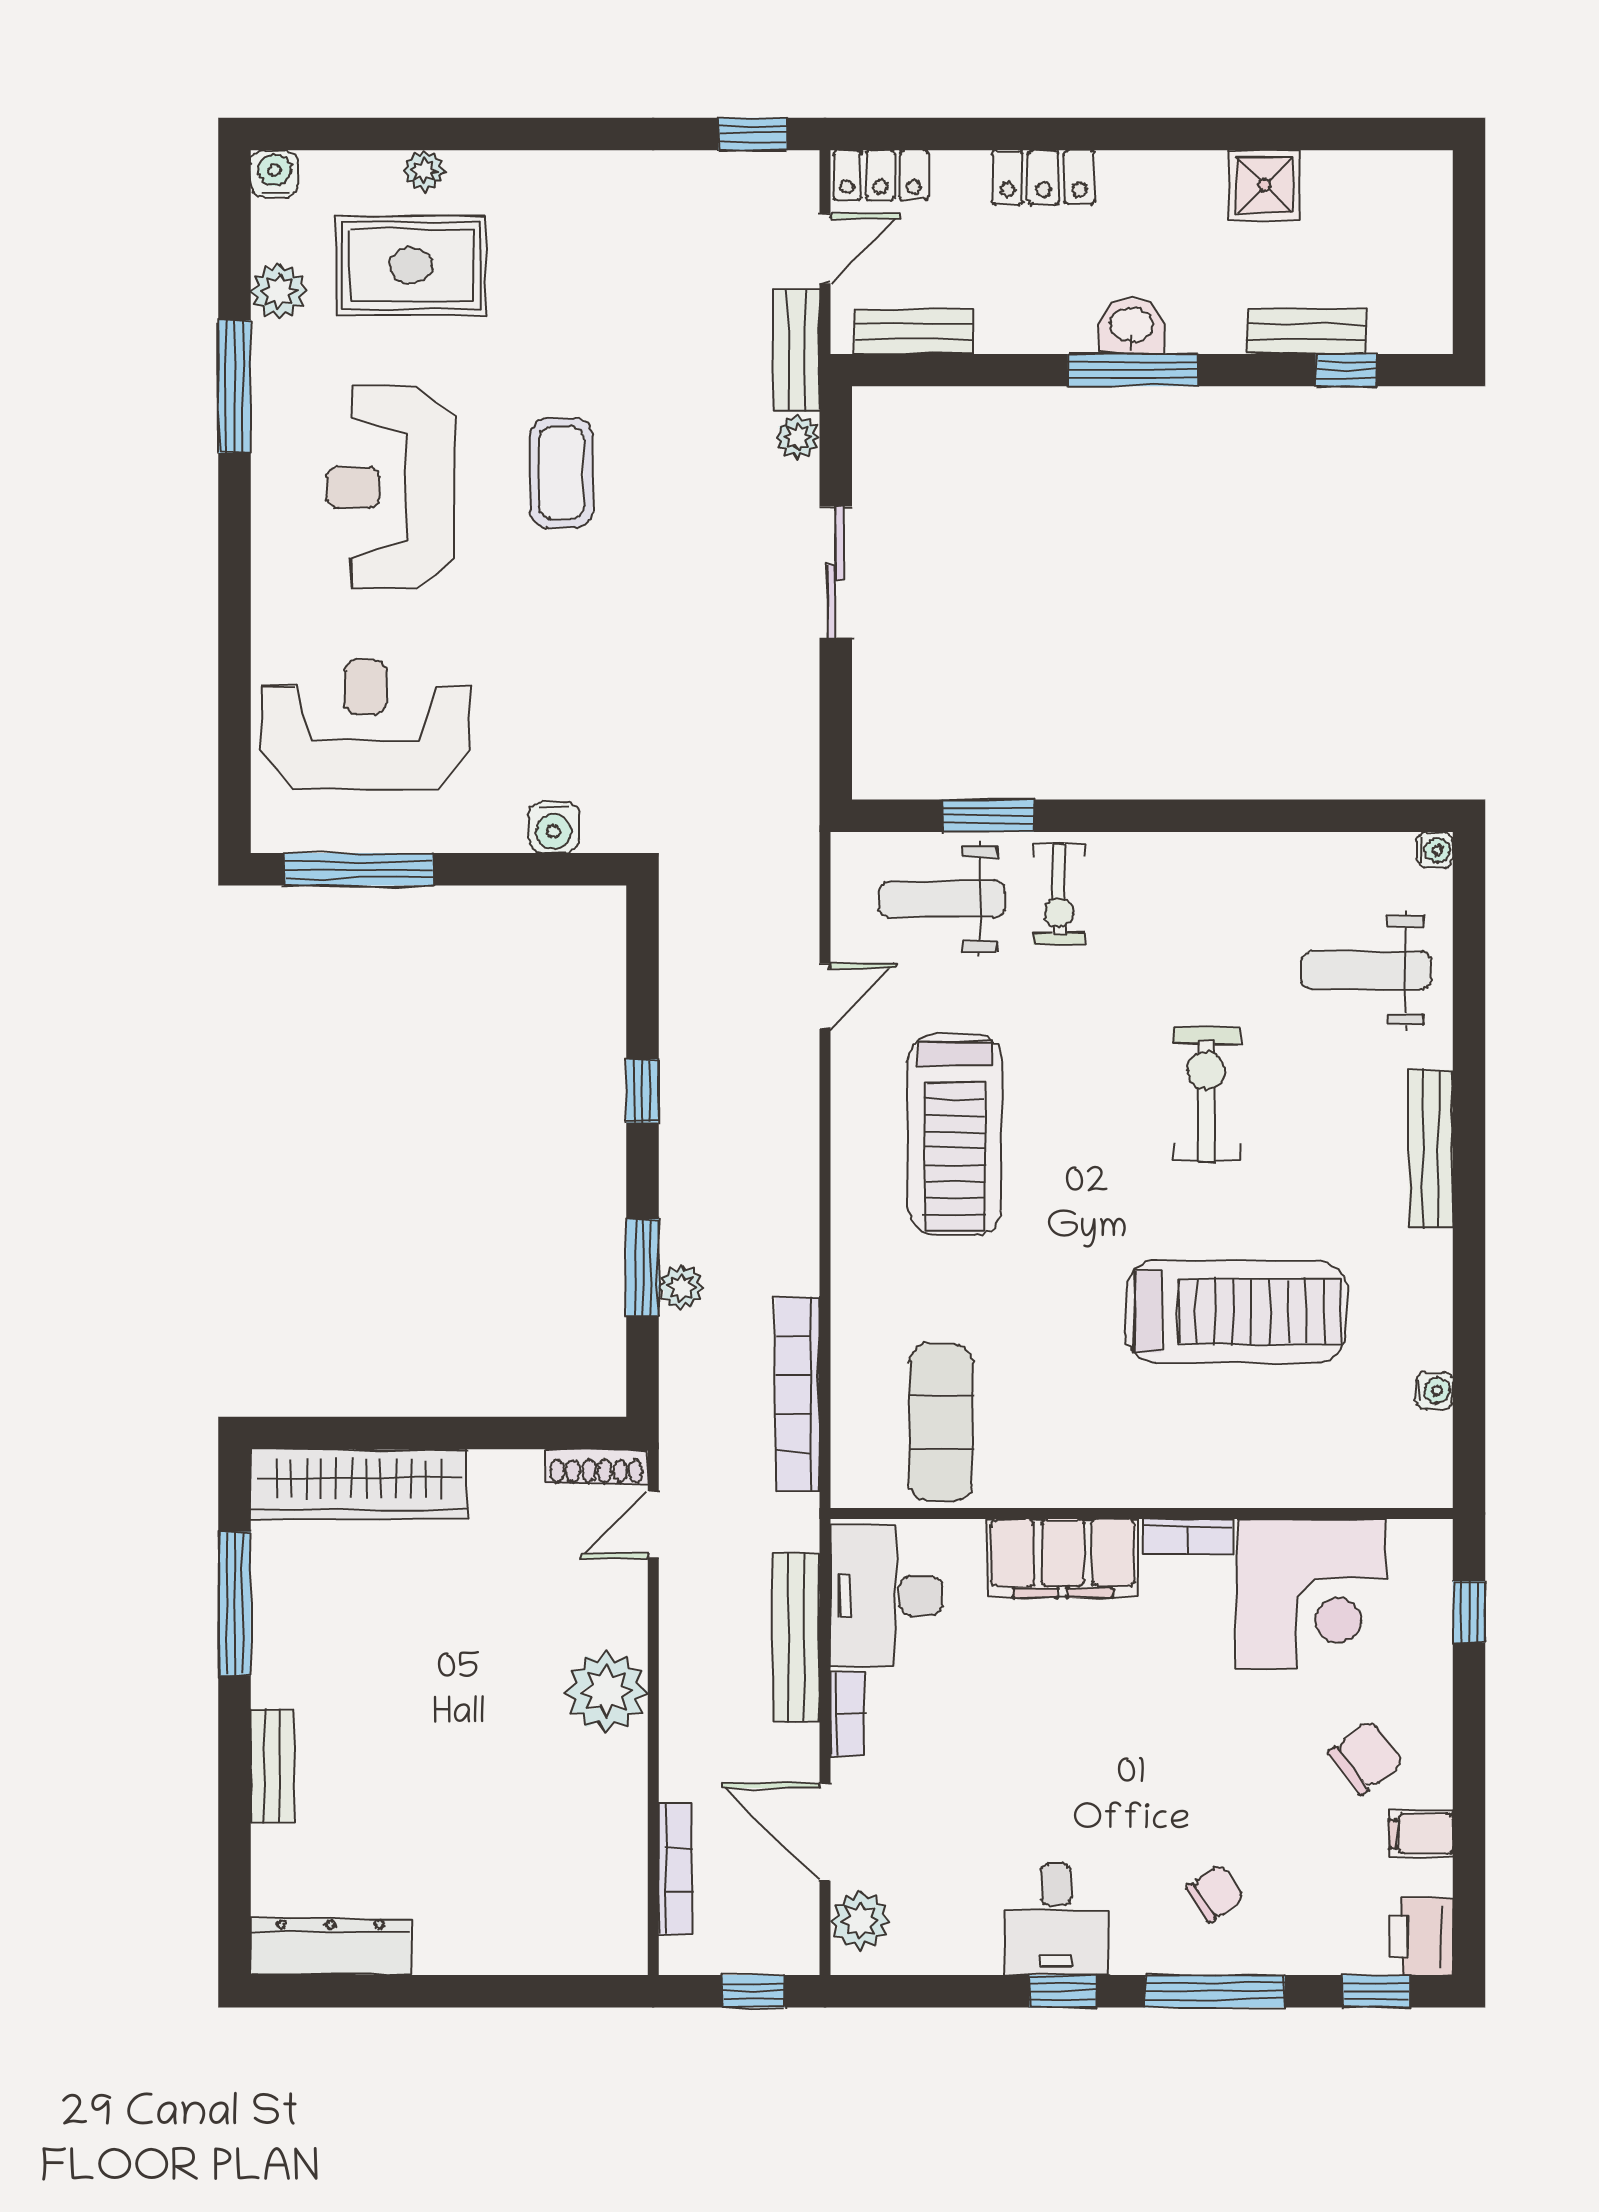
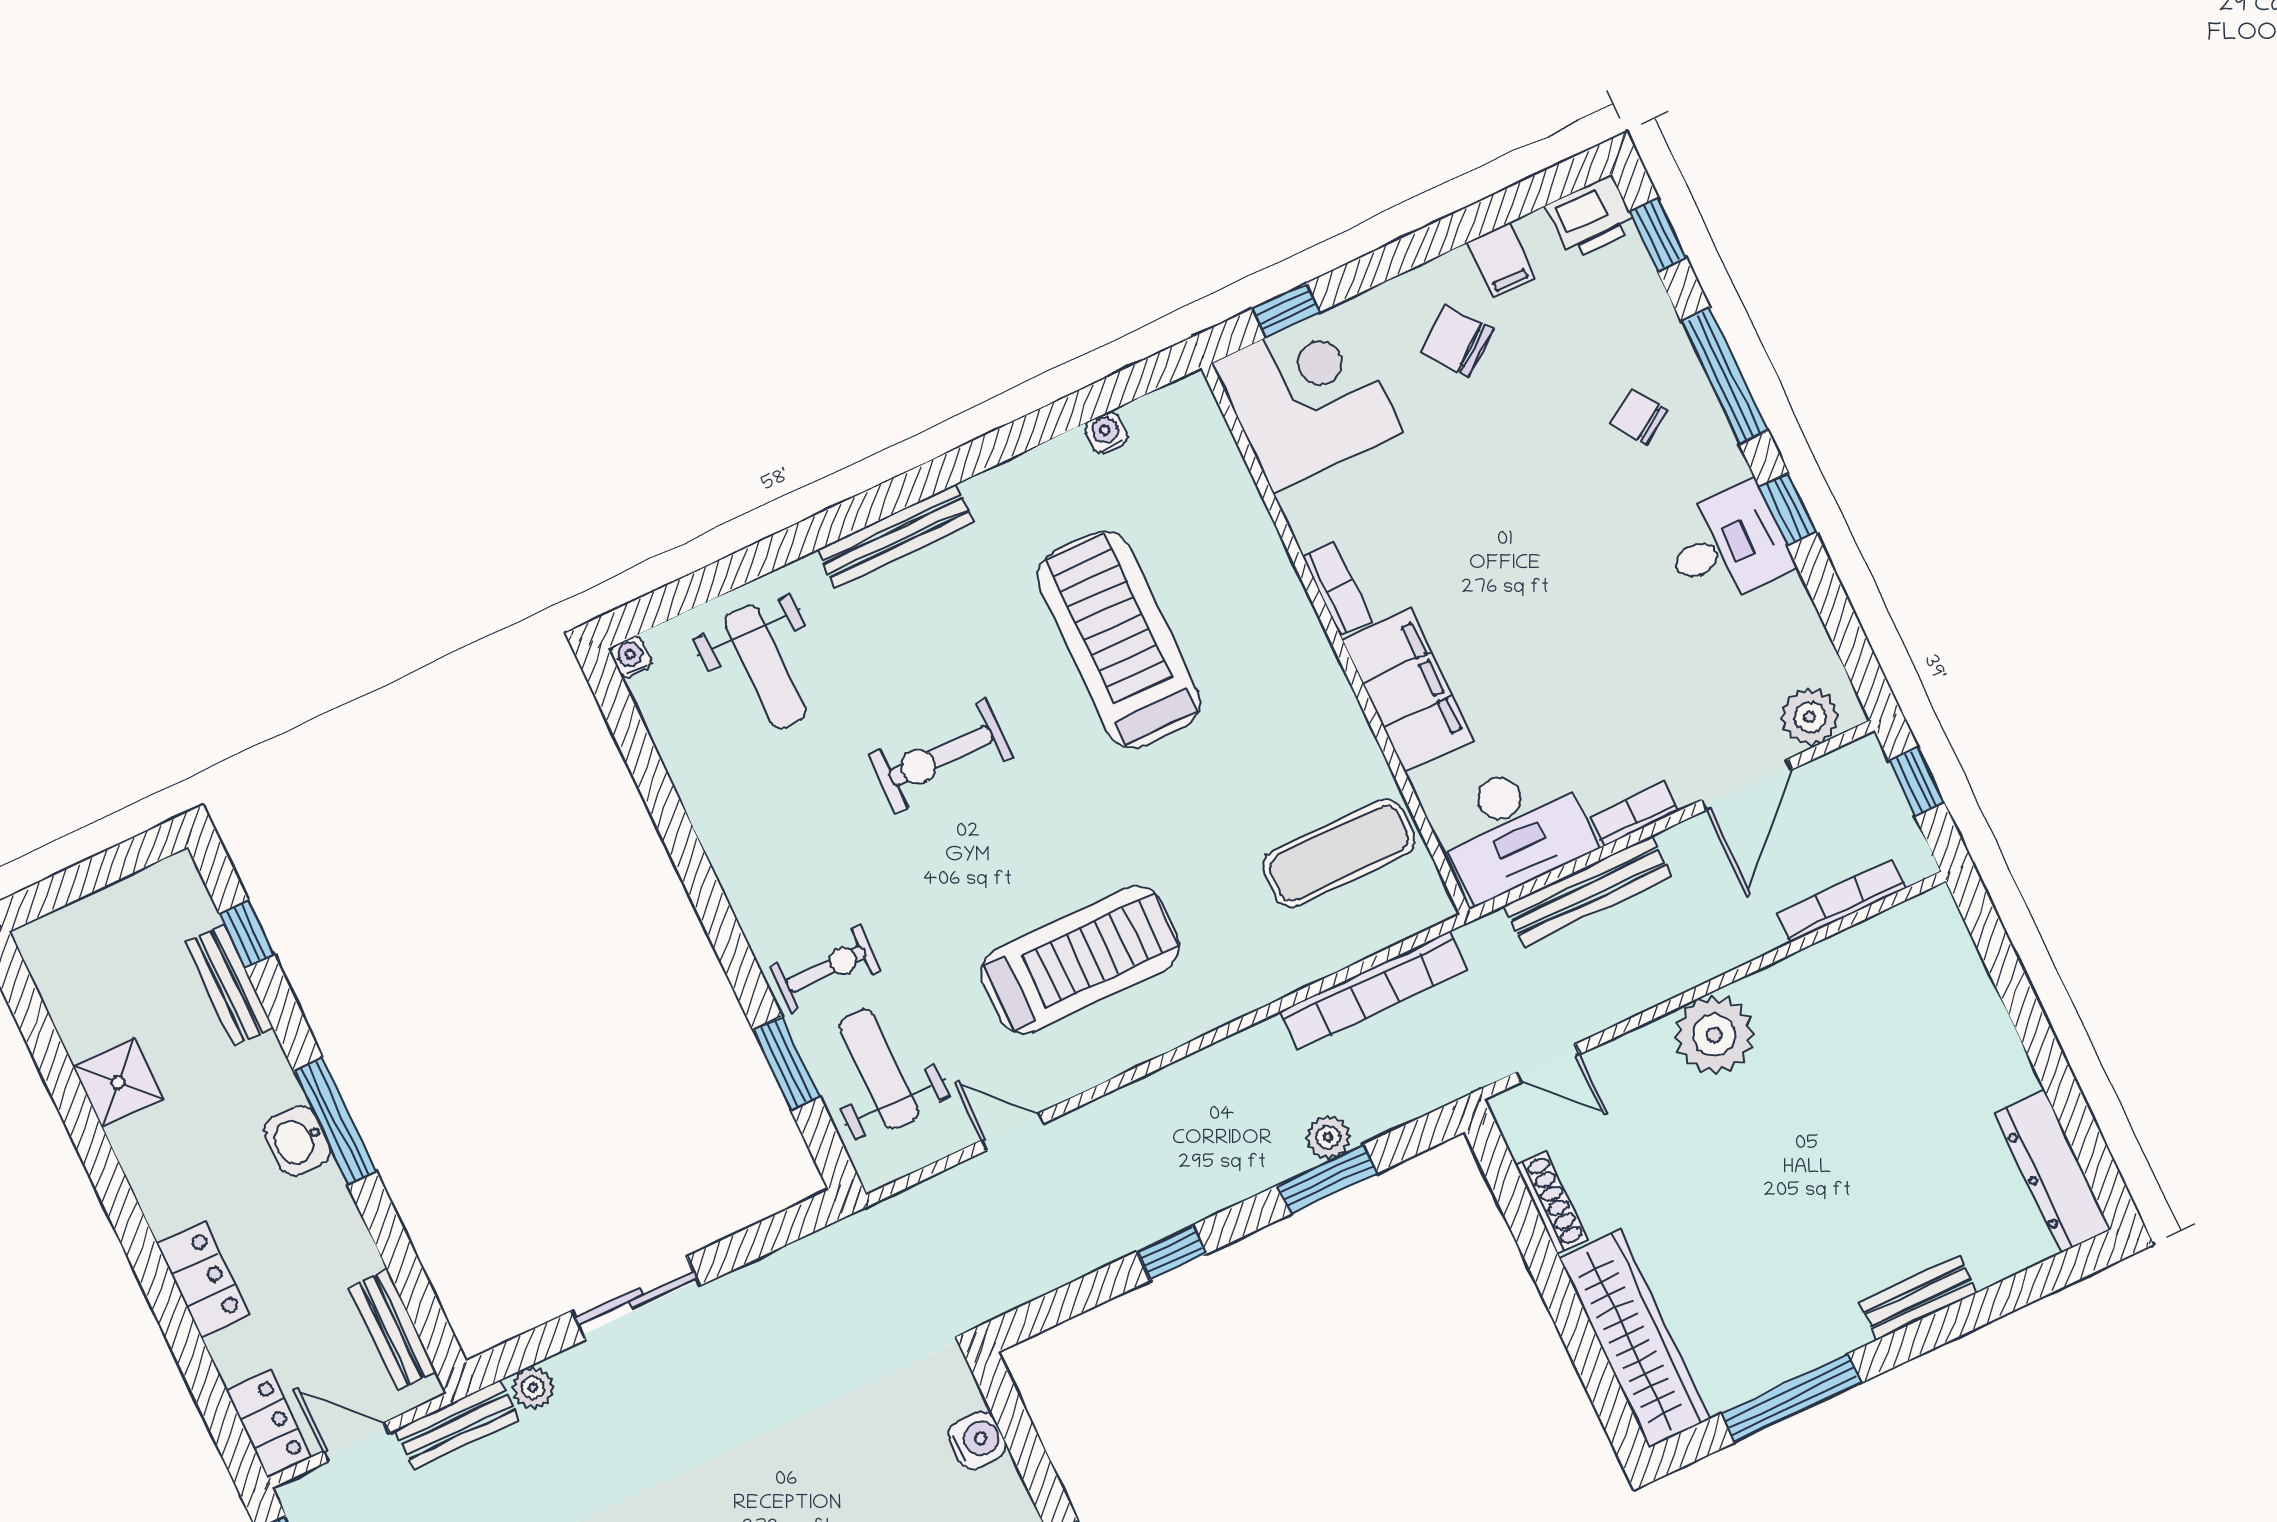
weight bench: (942, 899) -> (879, 1069), turned 180
shoe rack: (597, 1466) -> (1551, 1202), moved
corner desk: (1311, 1593) -> (1308, 398), moved

